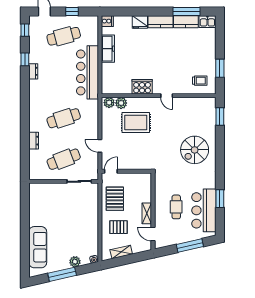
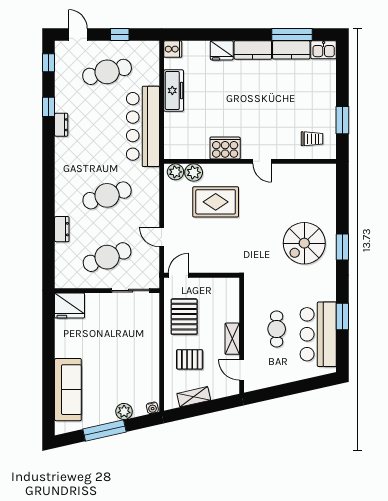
window: (220, 117) -> (342, 247), moved
fridge: (39, 191) -> (70, 306), added
window: (190, 245) -> (297, 387), removed

